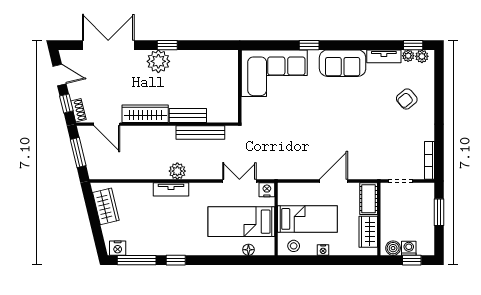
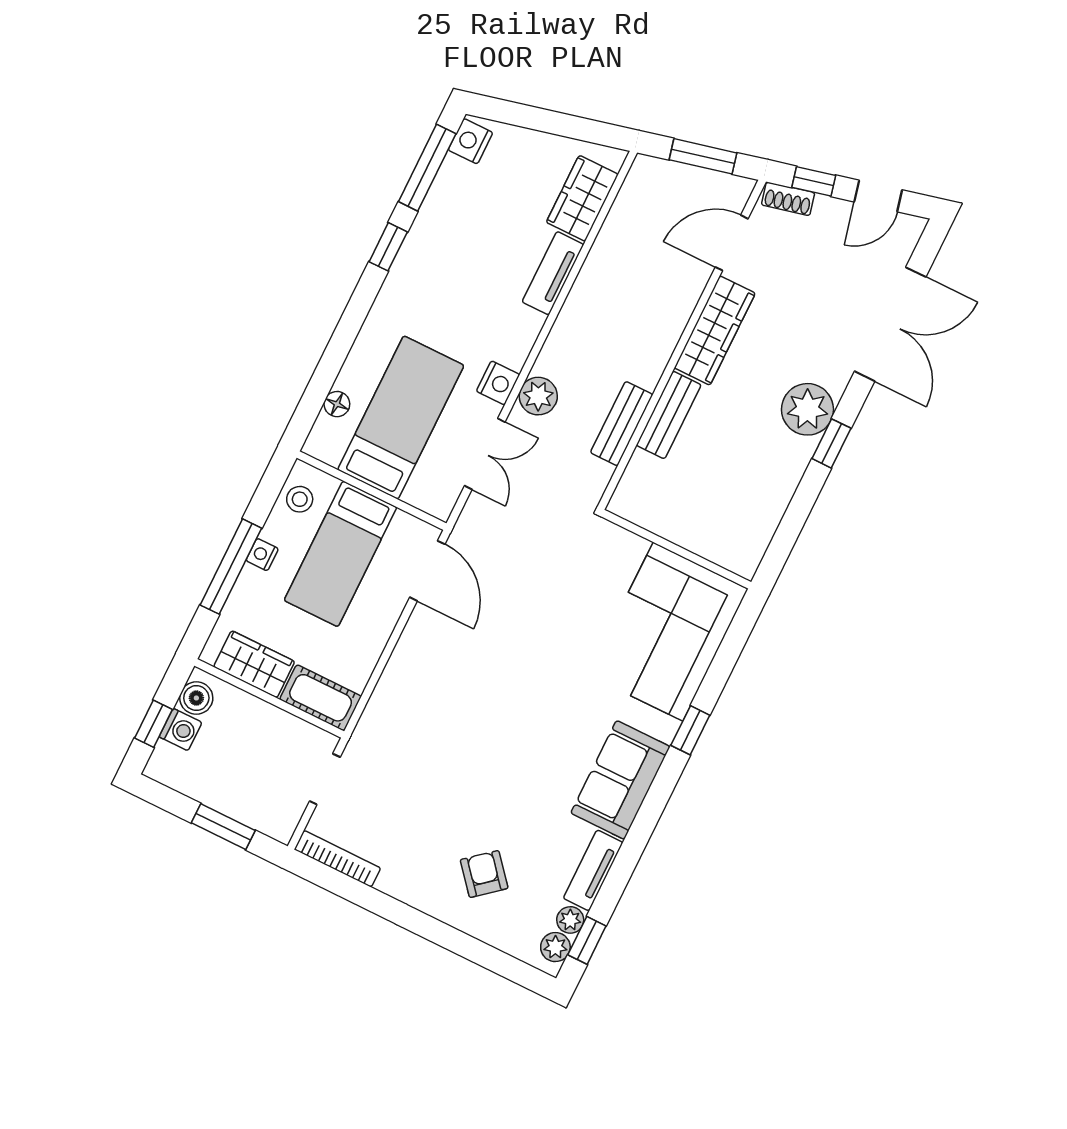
bench: (200, 133) -> (622, 424), width x0.73
plant: (177, 171) -> (538, 396), moved
door: (334, 181) -> (427, 571), moved
tv unit: (171, 189) -> (553, 273), moved
nightstand: (267, 190) -> (498, 383), moved
wardrobe: (106, 206) -> (582, 198), moved, turned 103
window: (334, 260) -> (231, 567), added

